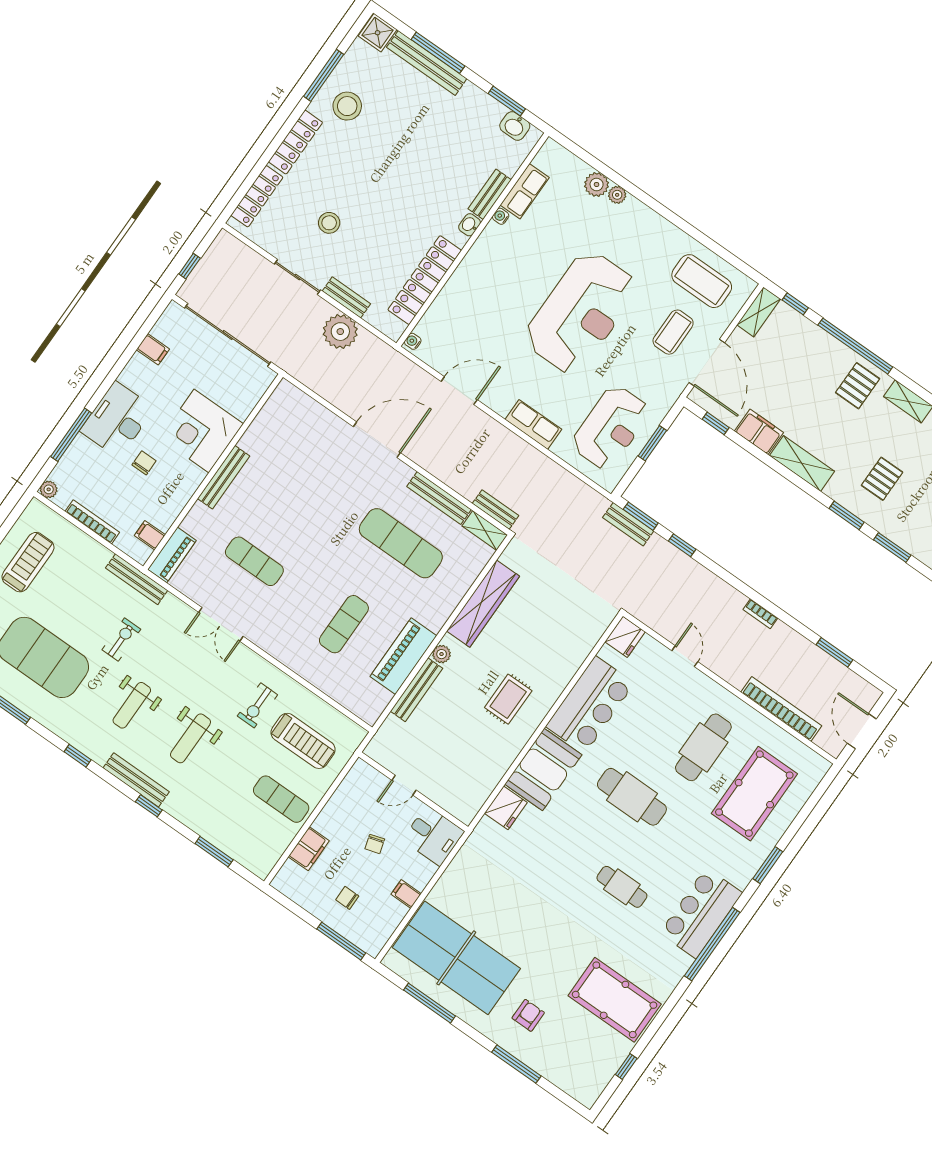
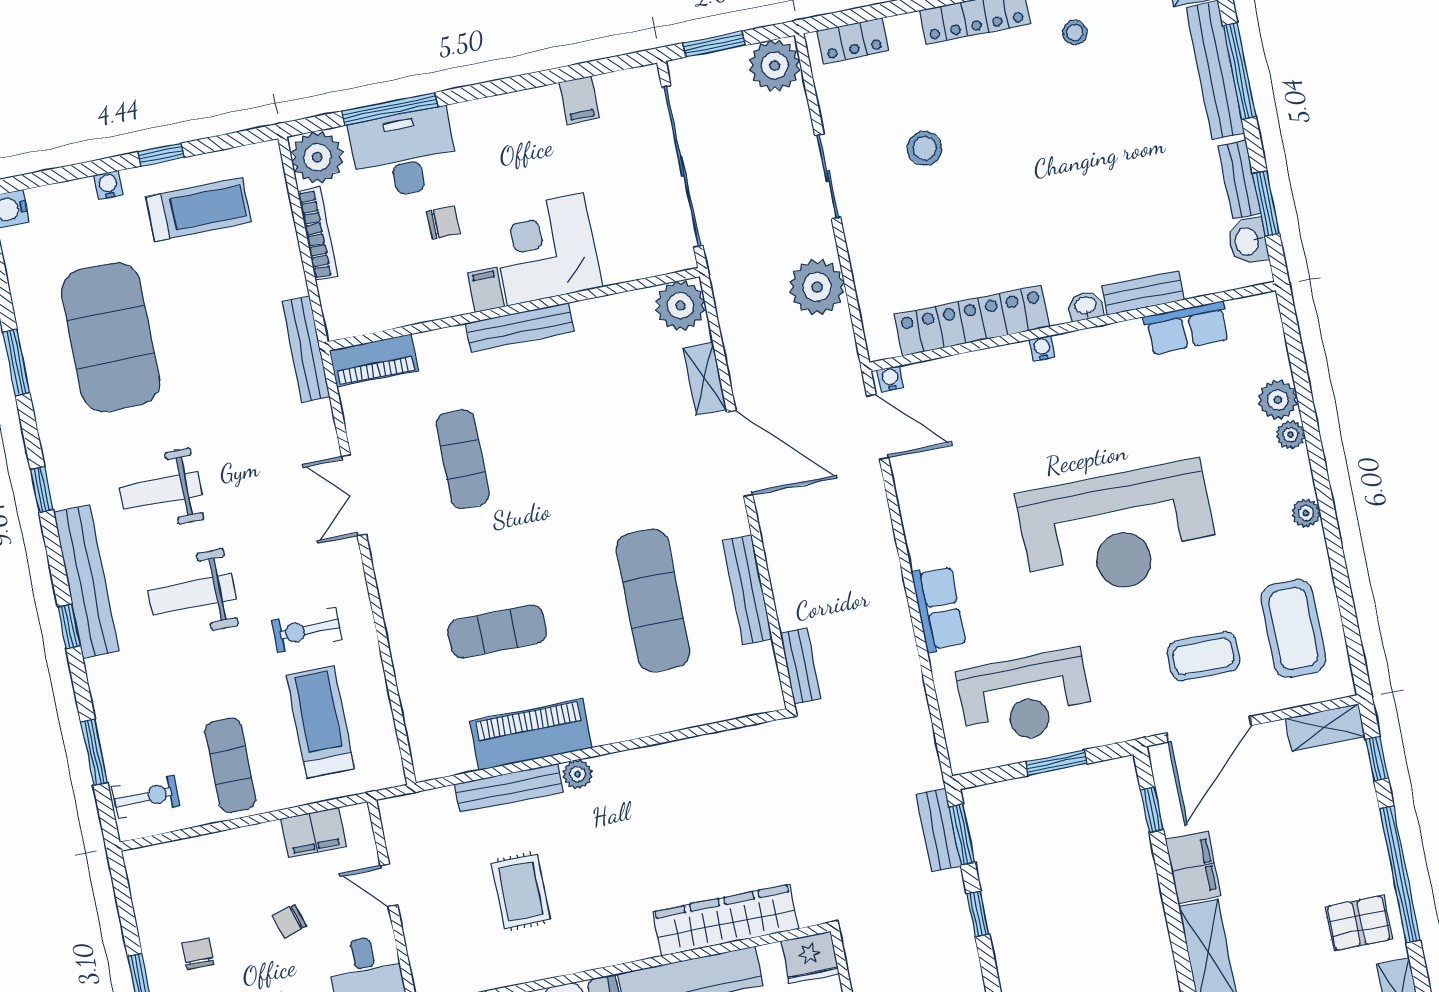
stool: (347, 106) -> (1075, 32), width x0.53, depth x0.53
locker: (257, 196) -> (853, 41), width x0.66
water cooler: (501, 216) -> (1042, 348), moved
plant: (658, 224) -> (1306, 513), added
plant: (226, 250) -> (775, 66), added
window: (190, 266) -> (714, 44), width x1.50
bench: (346, 297) -> (1239, 180), moved
door: (459, 391) -> (878, 427), moved
plant: (287, 399) -> (680, 306), added
desk: (117, 420) -> (404, 154), moved
plant: (49, 489) -> (317, 157), width x1.88, depth x1.88
shelving: (485, 531) -> (705, 379), moved
filing cabinet: (150, 535) -> (486, 290), moved
wardrobe: (483, 604) -> (726, 920), moved, turned 180
exercise bike: (121, 639) -> (146, 797), moved
rug: (508, 699) -> (521, 891), moved, turned 90
treadmill: (303, 741) -> (320, 722), turned 180
bench: (136, 780) -> (86, 582), width x1.37, depth x1.21
filing cabinet: (309, 849) -> (313, 832), moved

